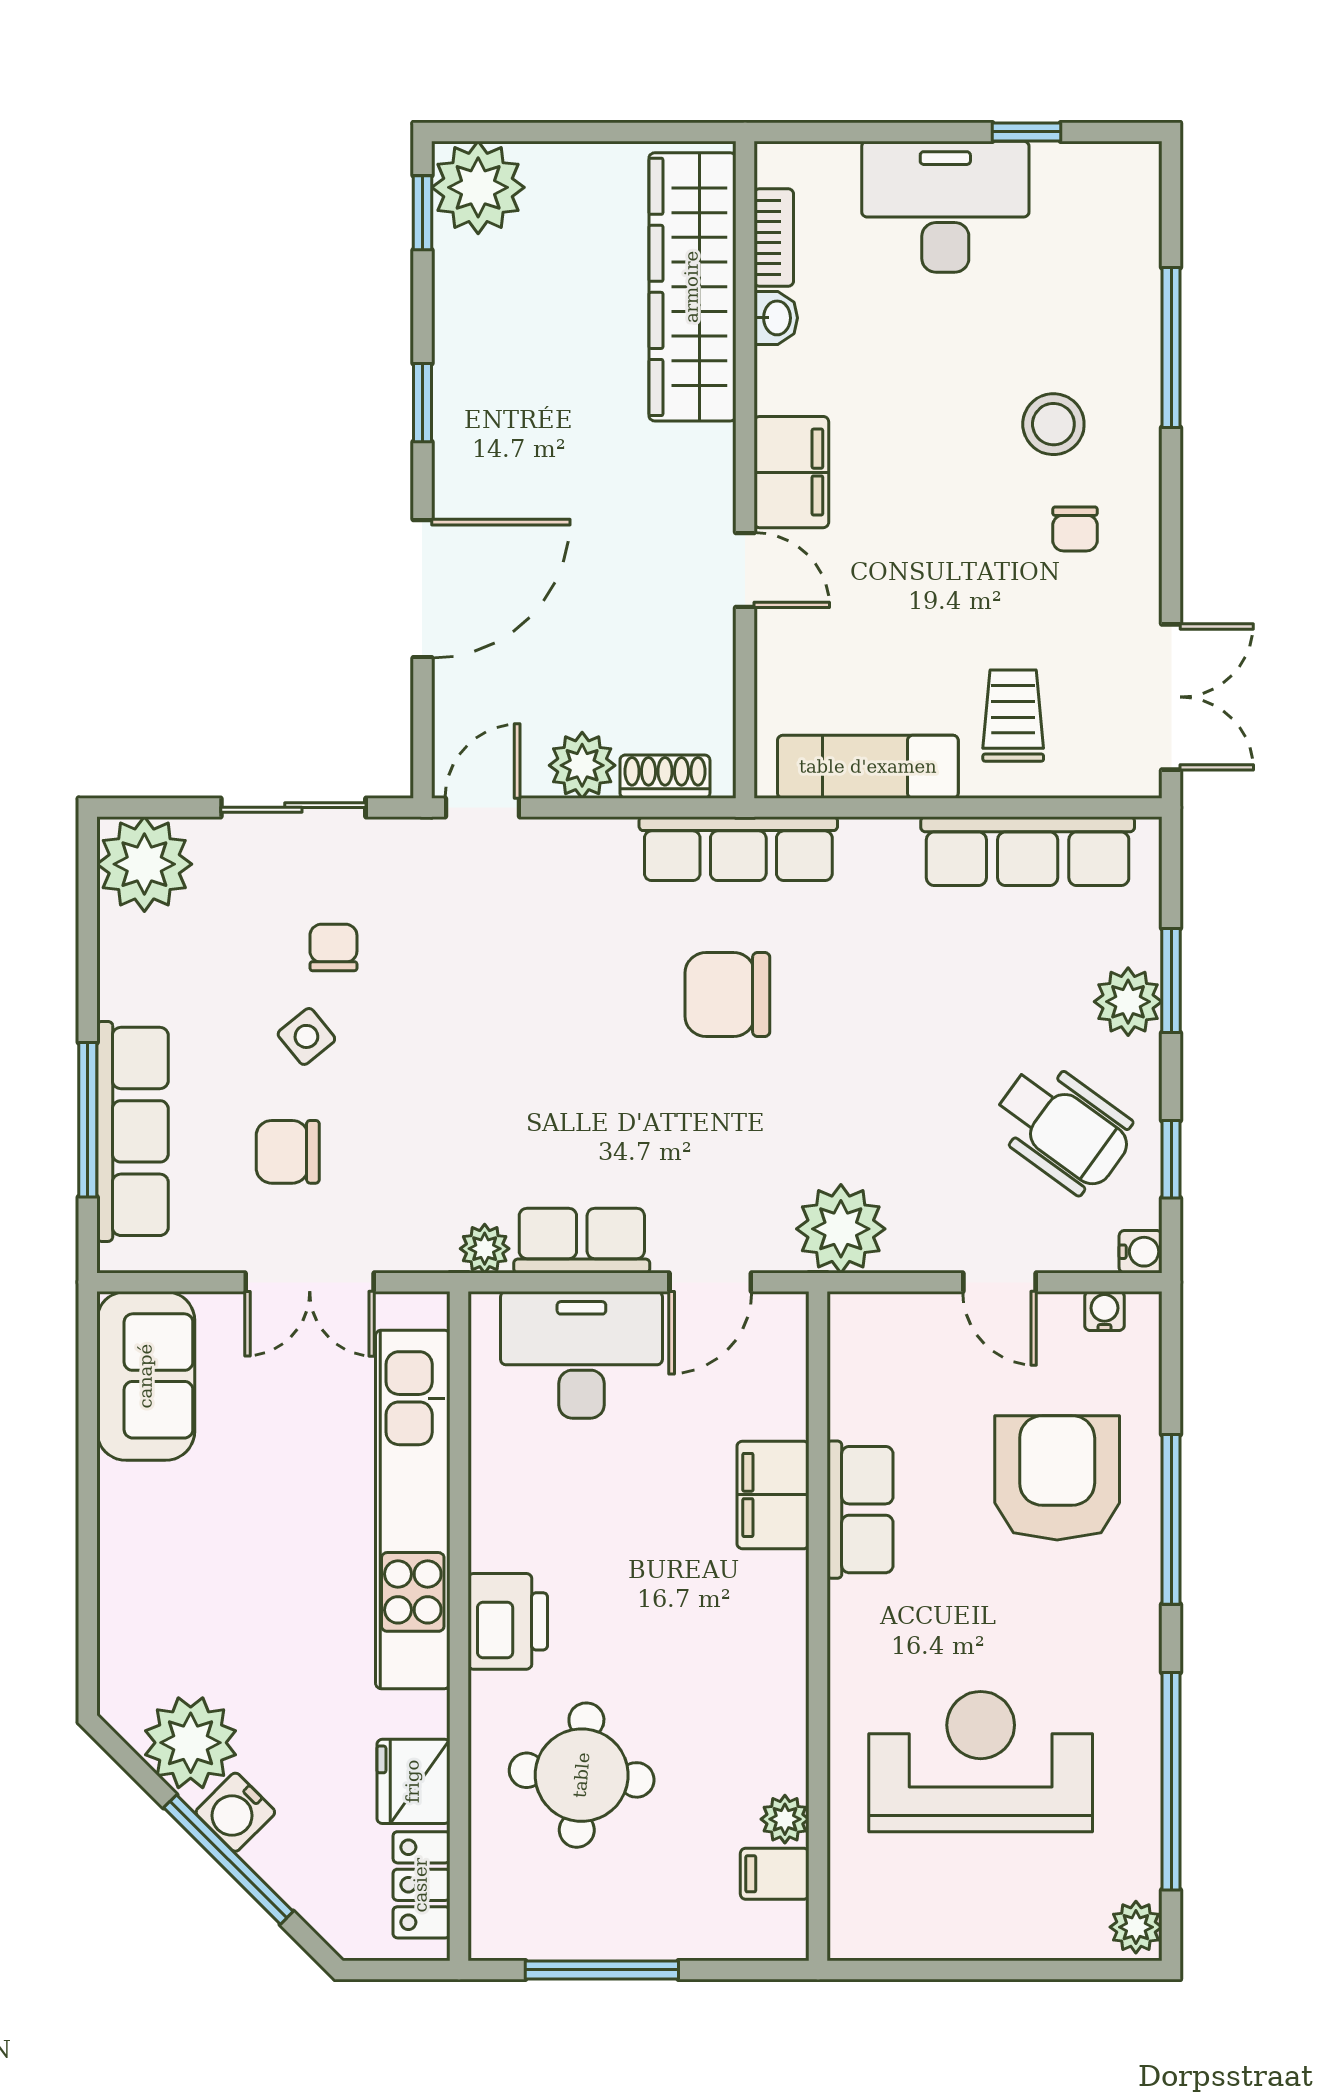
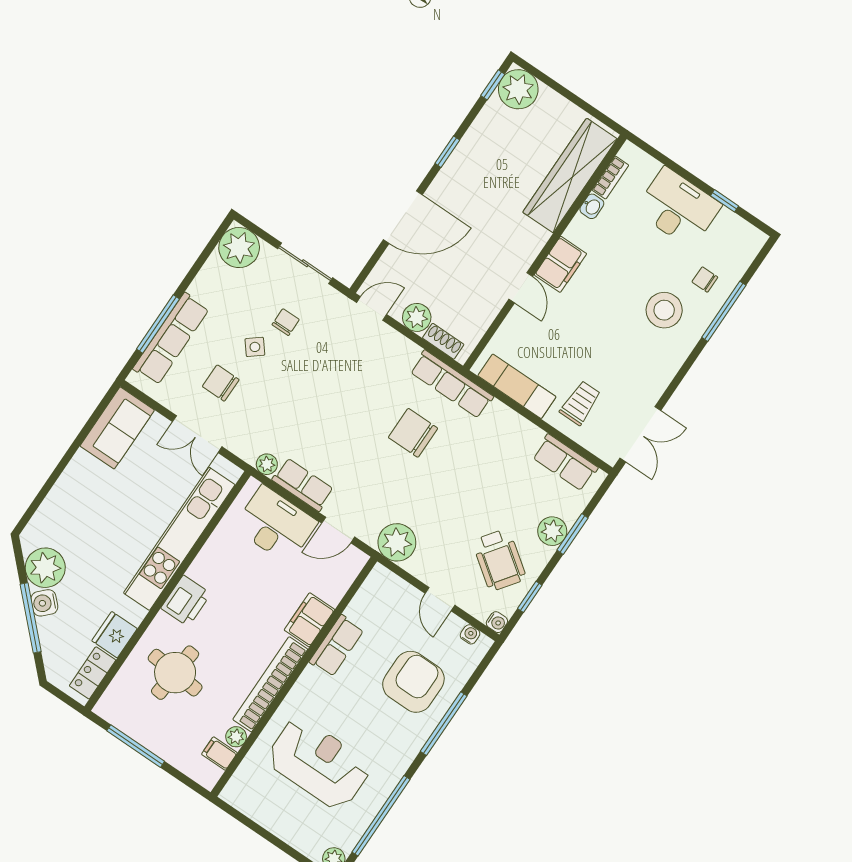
stool: (1053, 424) -> (664, 310), width x1.38, depth x1.38
chair: (1075, 529) -> (705, 280), moved, turned 90
row of seats: (1028, 851) -> (565, 462), width x0.68
bookcase: (782, 1672) -> (270, 684), added

